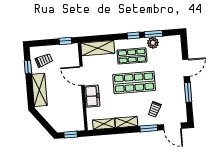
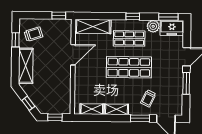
window: (154, 34) -> (168, 17), moved
door: (82, 76) -> (73, 55), swing flipped
freezer: (92, 96) -> (172, 28), moved, turned 90
window: (45, 124) -> (28, 103), added

